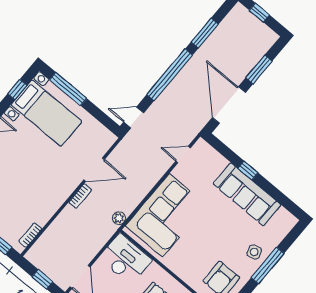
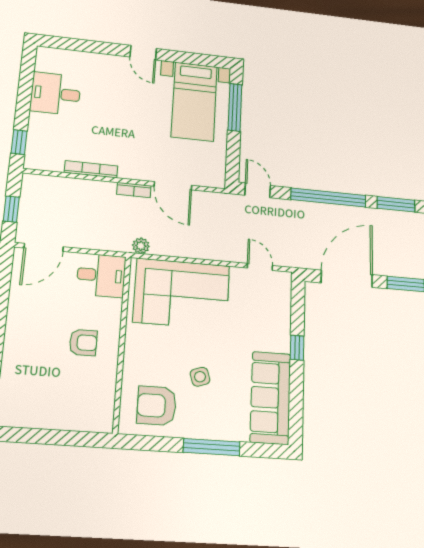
window: (17, 89) -> (196, 59), removed
sofa: (247, 194) -> (270, 398), moved
bookcase: (30, 235) -> (91, 169), moved, width x1.56
side table: (254, 252) -> (200, 377), moved
desk: (125, 259) -> (101, 275), width x0.73

